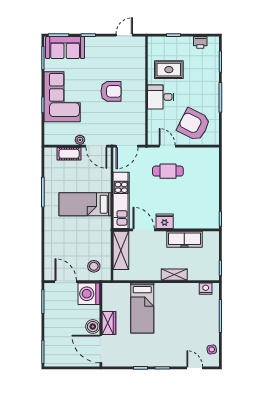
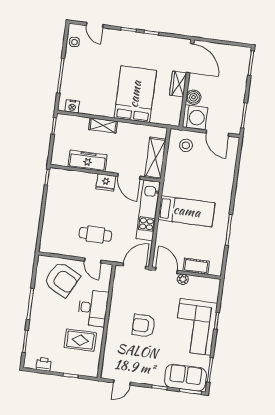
desk: (161, 97) -> (93, 308), width x1.37
bed: (142, 308) -> (135, 94), width x1.50
boiler: (93, 327) -> (193, 97), moved

